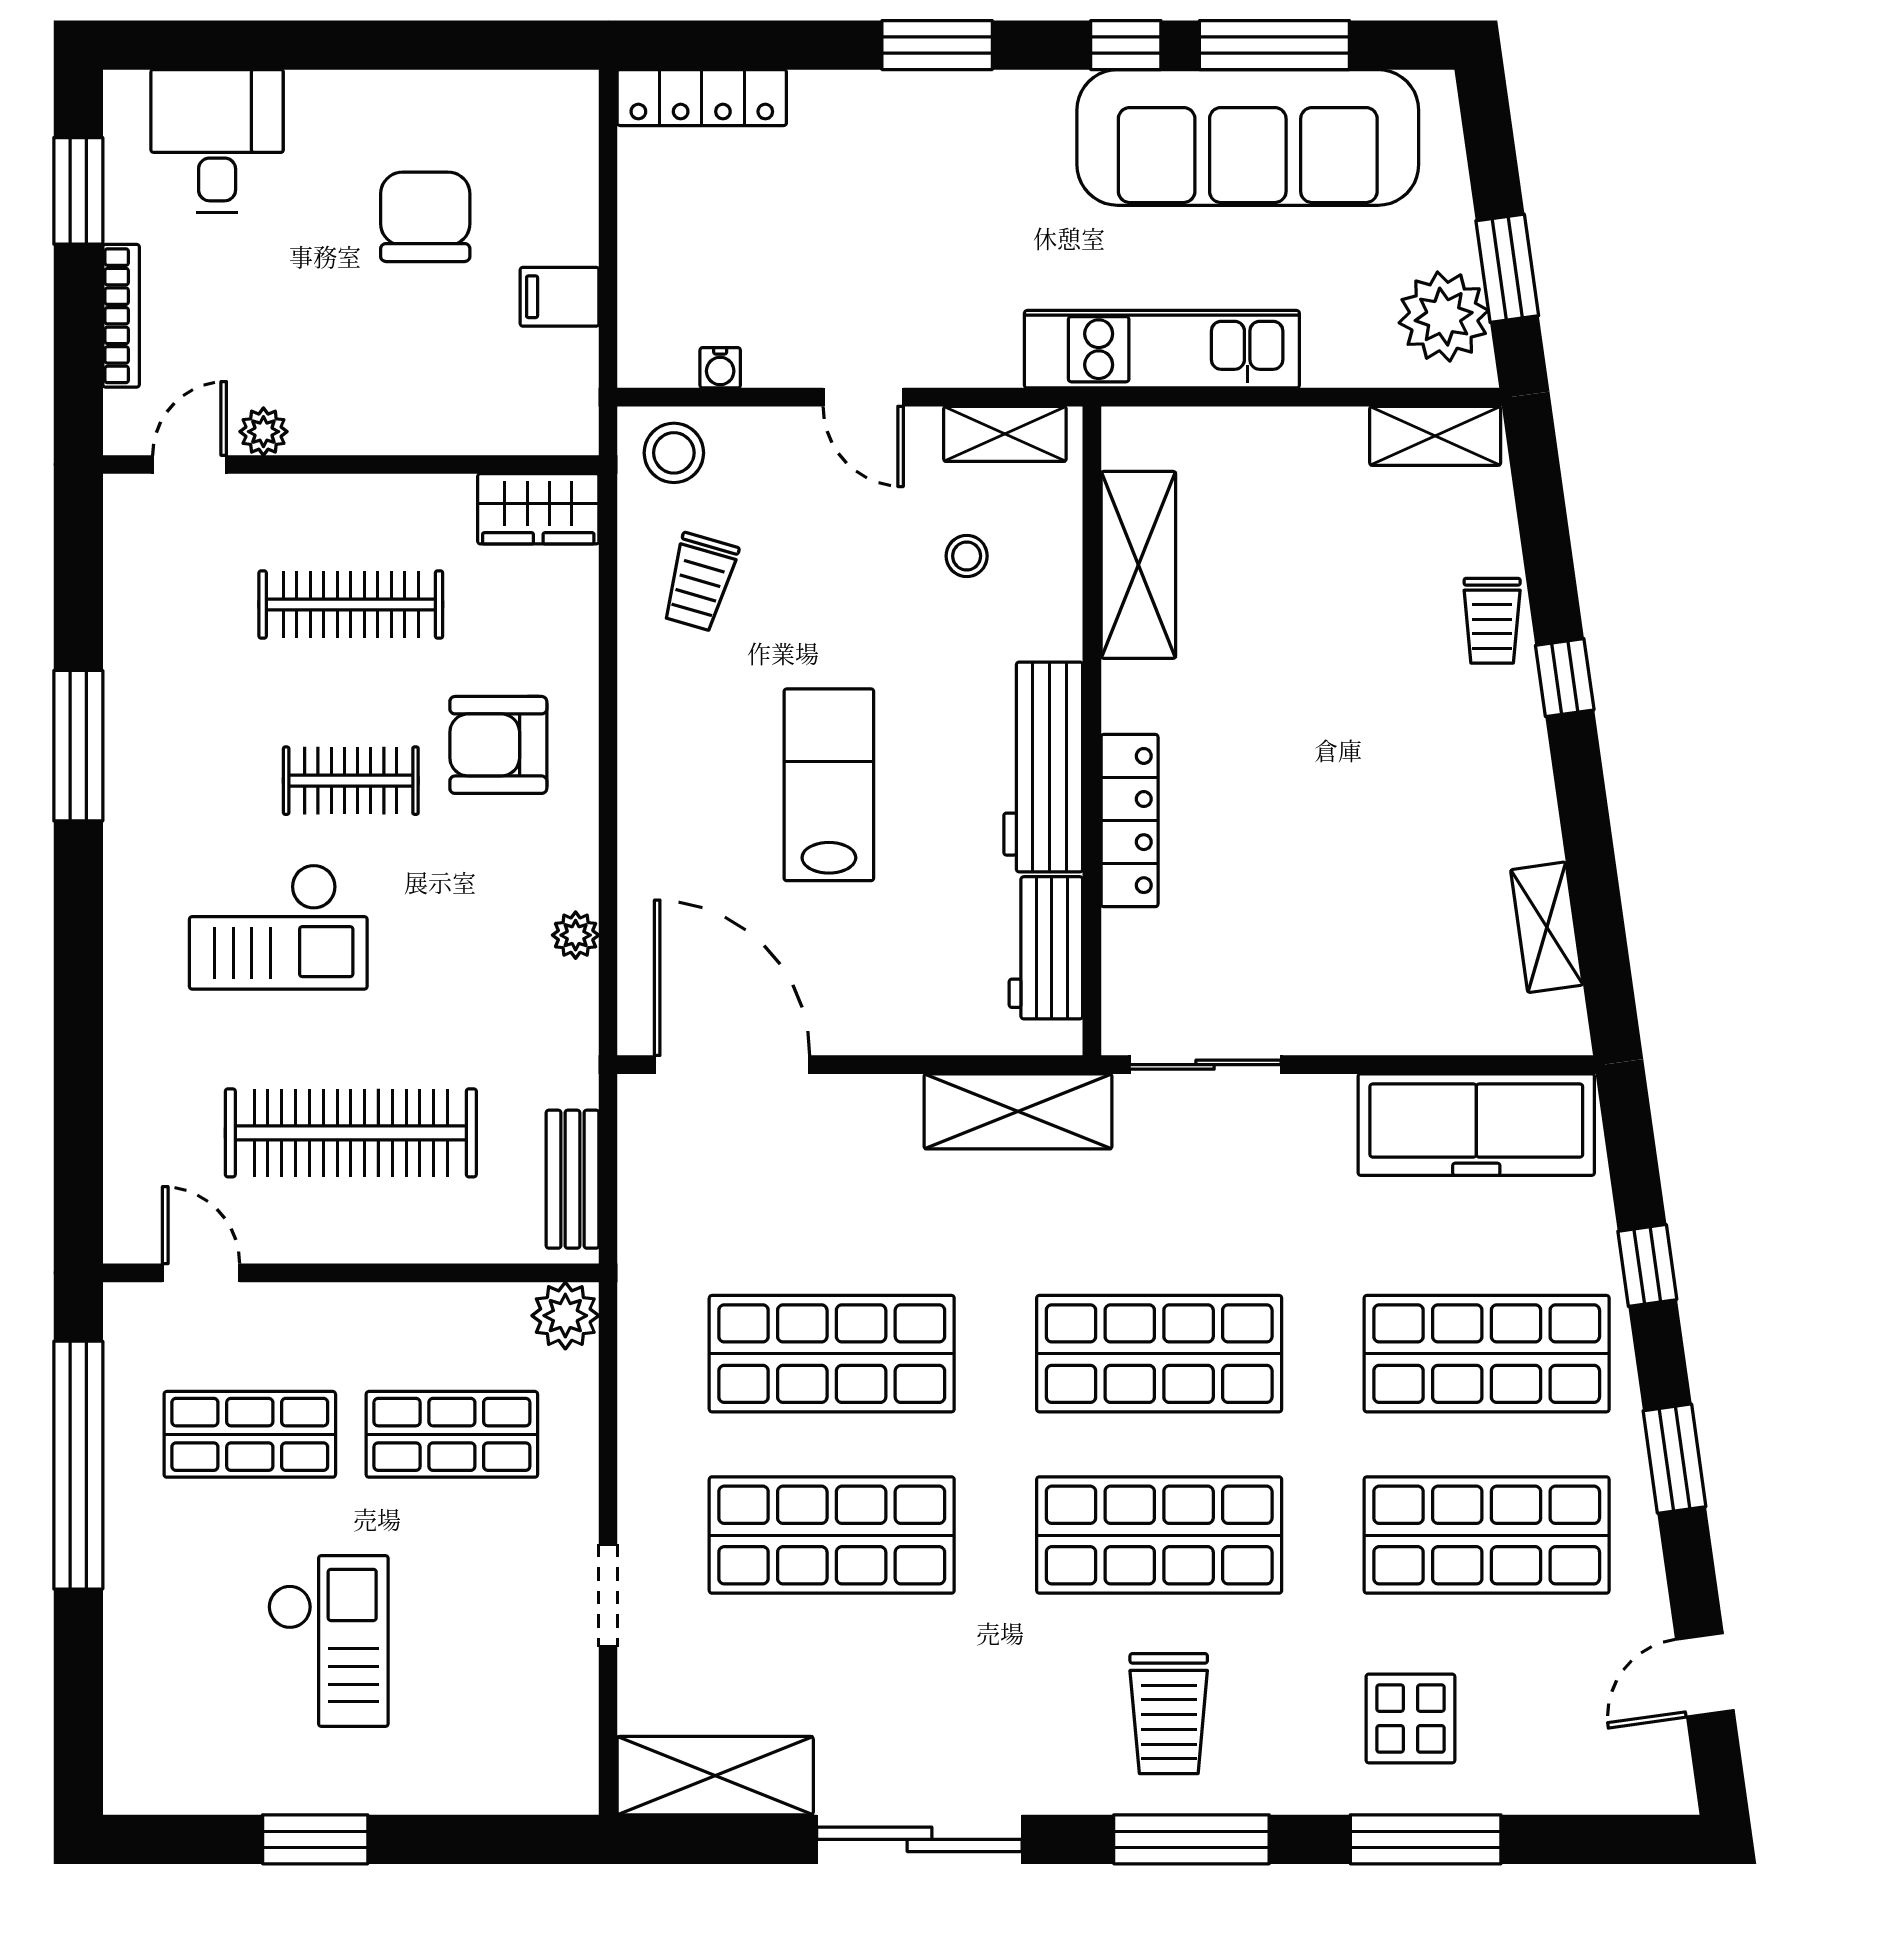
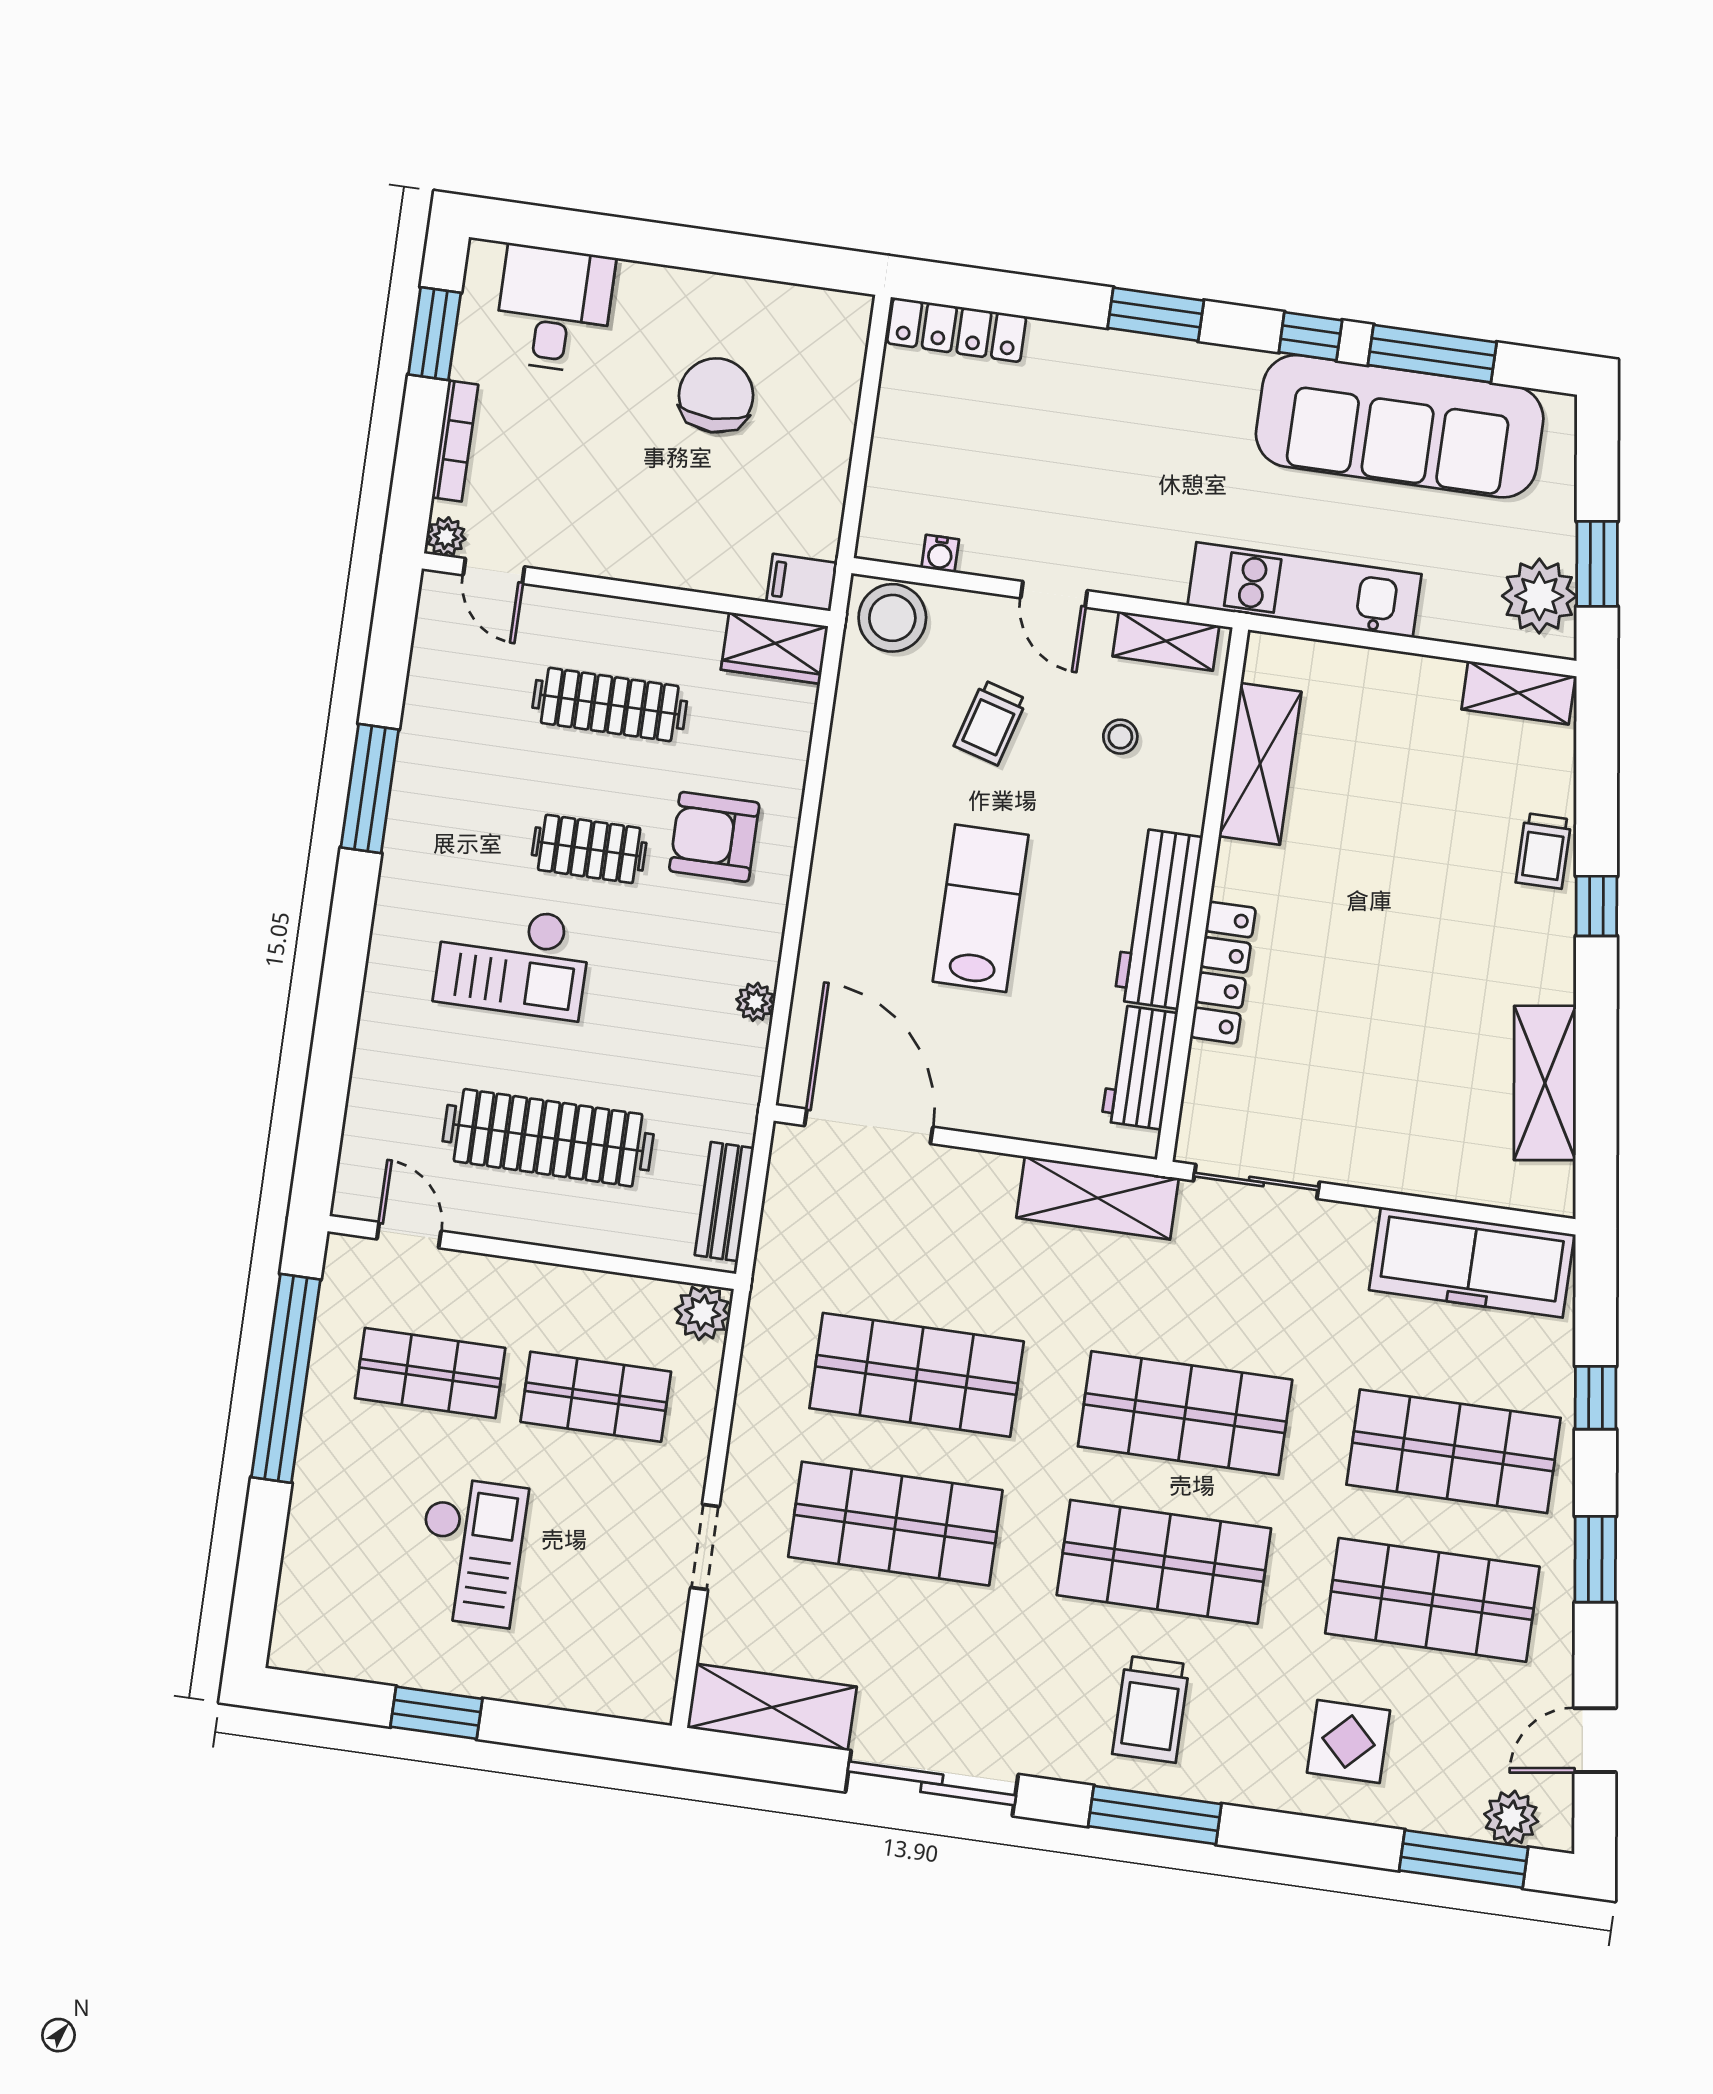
filing cabinet: (560, 297) -> (802, 582), moved
plant: (263, 432) -> (446, 537), moved
stool: (674, 453) -> (892, 618), width x1.38, depth x1.38
door: (190, 465) -> (494, 571), swing flipped
trolley: (700, 582) -> (990, 723), moved
shelving: (1547, 927) -> (1545, 1083), width x1.50, depth x1.33
plant: (1618, 1782) -> (1511, 1818), added
window: (1426, 1839) -> (1464, 1859), moved

